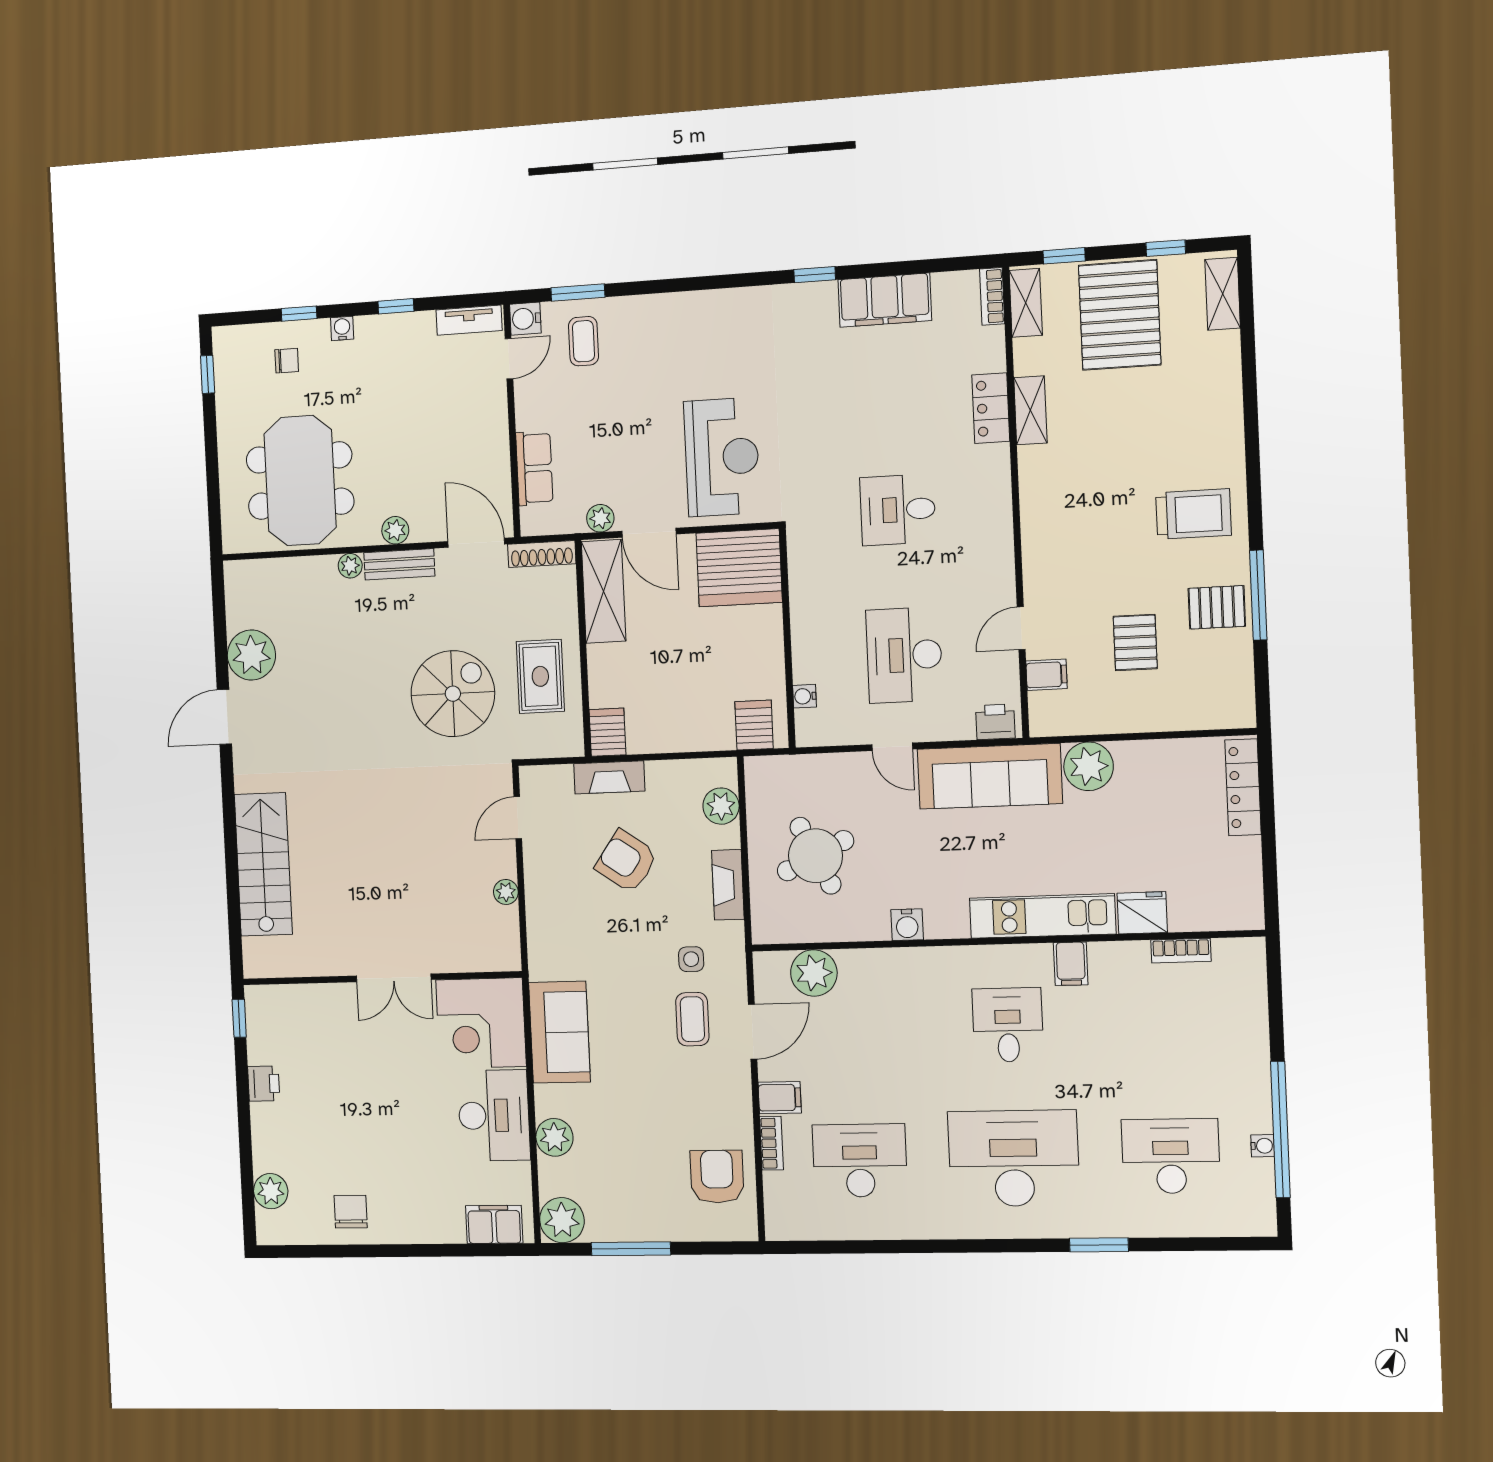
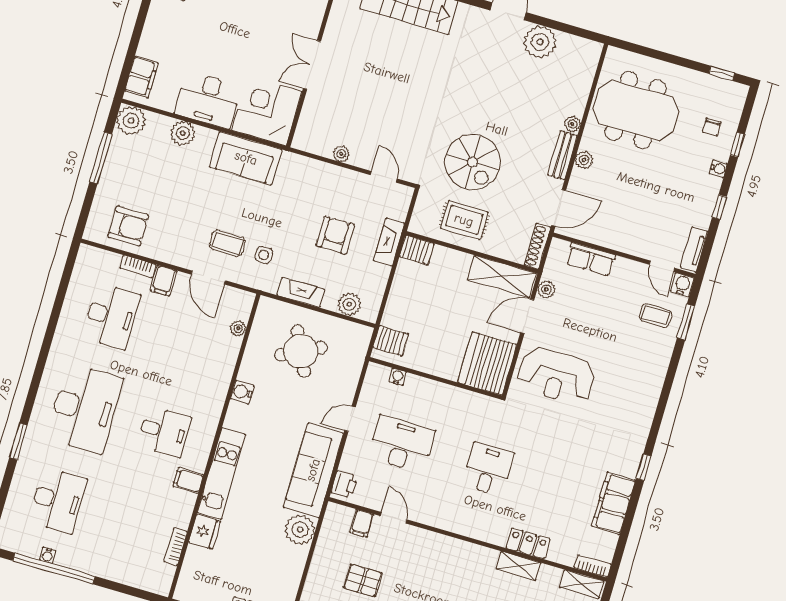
armchair: (626, 861) -> (335, 235), turned -35
plant: (814, 973) -> (238, 328), width x0.53, depth x0.53

